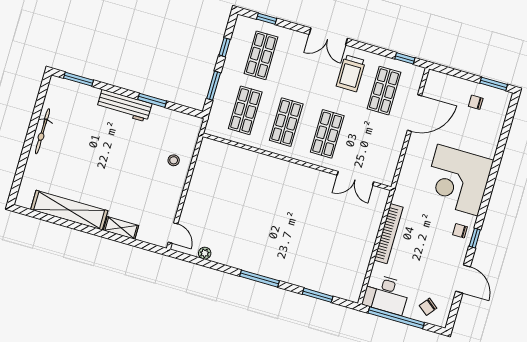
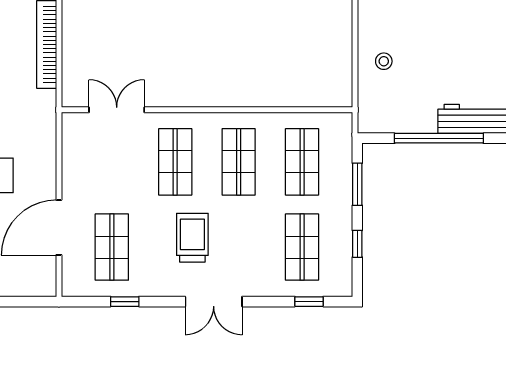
double door: (328, 36) -> (214, 302), swing flipped
window: (405, 58) -> (125, 302), moved
trolley: (351, 73) -> (192, 238), moved
window: (152, 100) -> (439, 138), width x2.11

